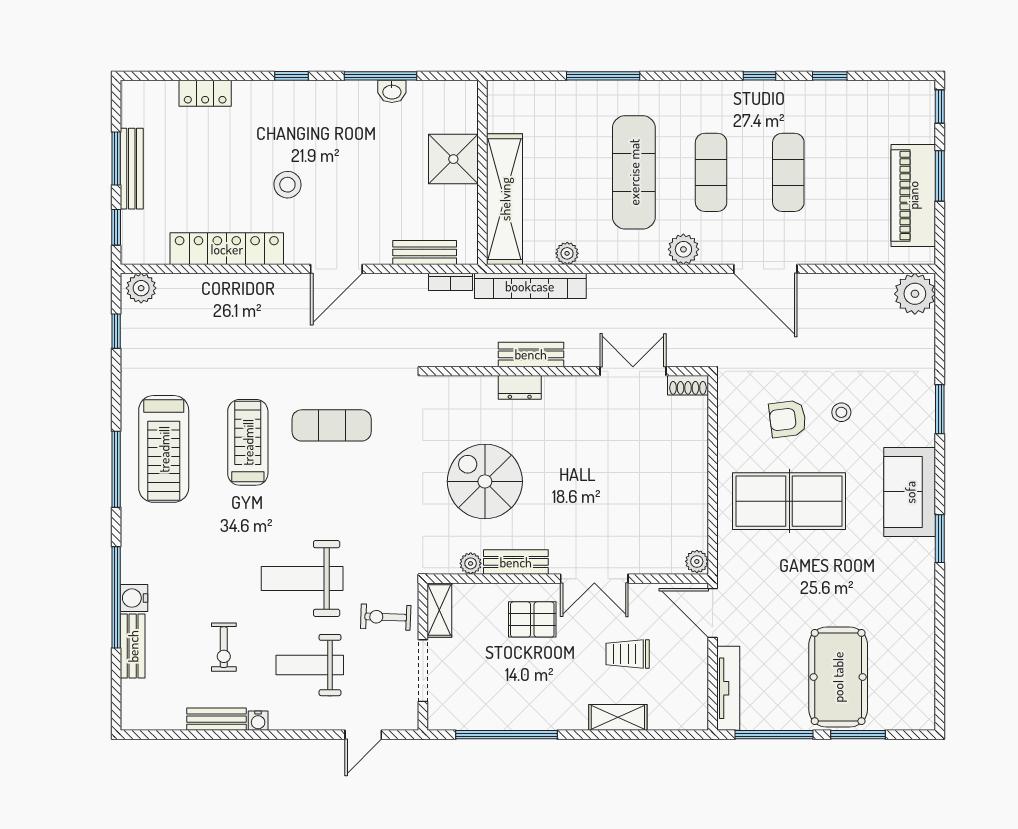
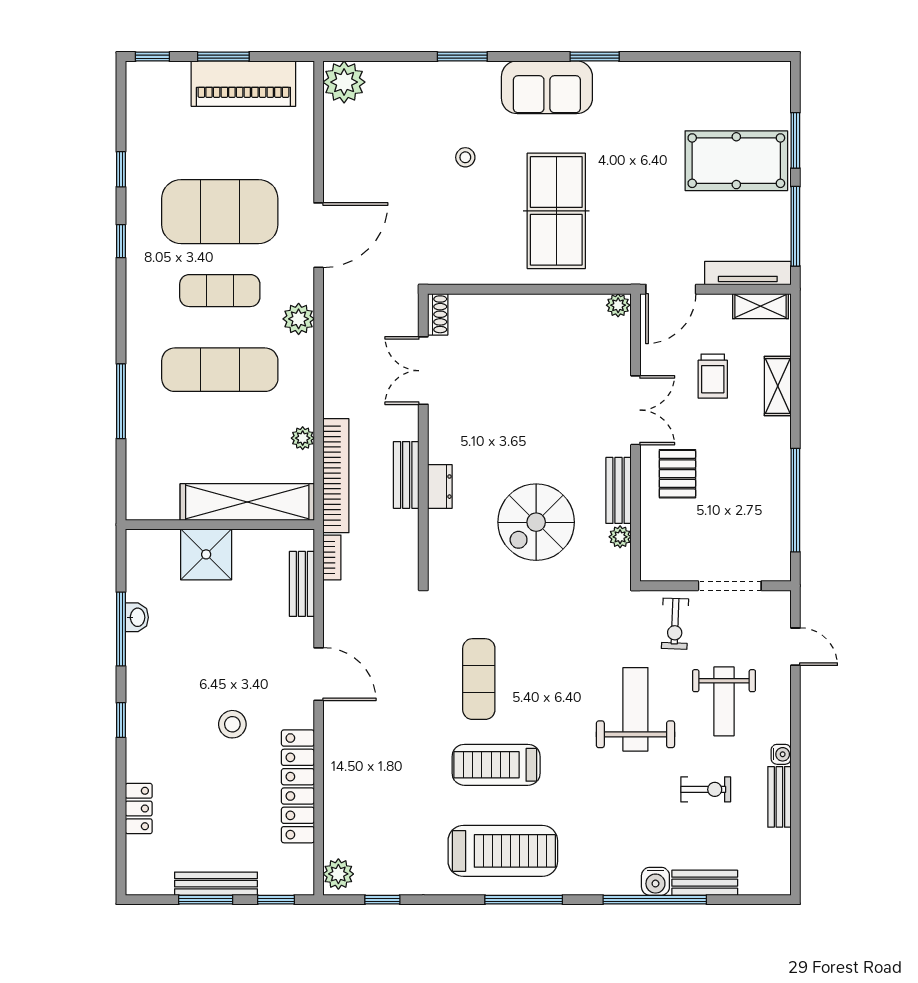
exercise mat: (788, 172) -> (220, 212), width x2.00, depth x1.45
armchair: (788, 419) -> (472, 212), removed
weight bench: (302, 579) -> (635, 709), turned 180
shelving: (439, 610) -> (761, 306), moved

